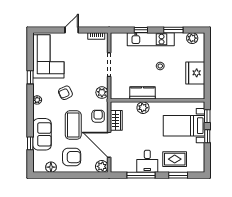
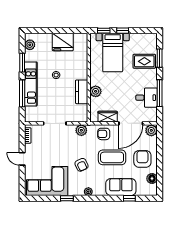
window: (141, 30) -> (22, 93), width x2.17
rug: (175, 159) -> (144, 61), turned 90
desk: (147, 161) -> (146, 98), moved

